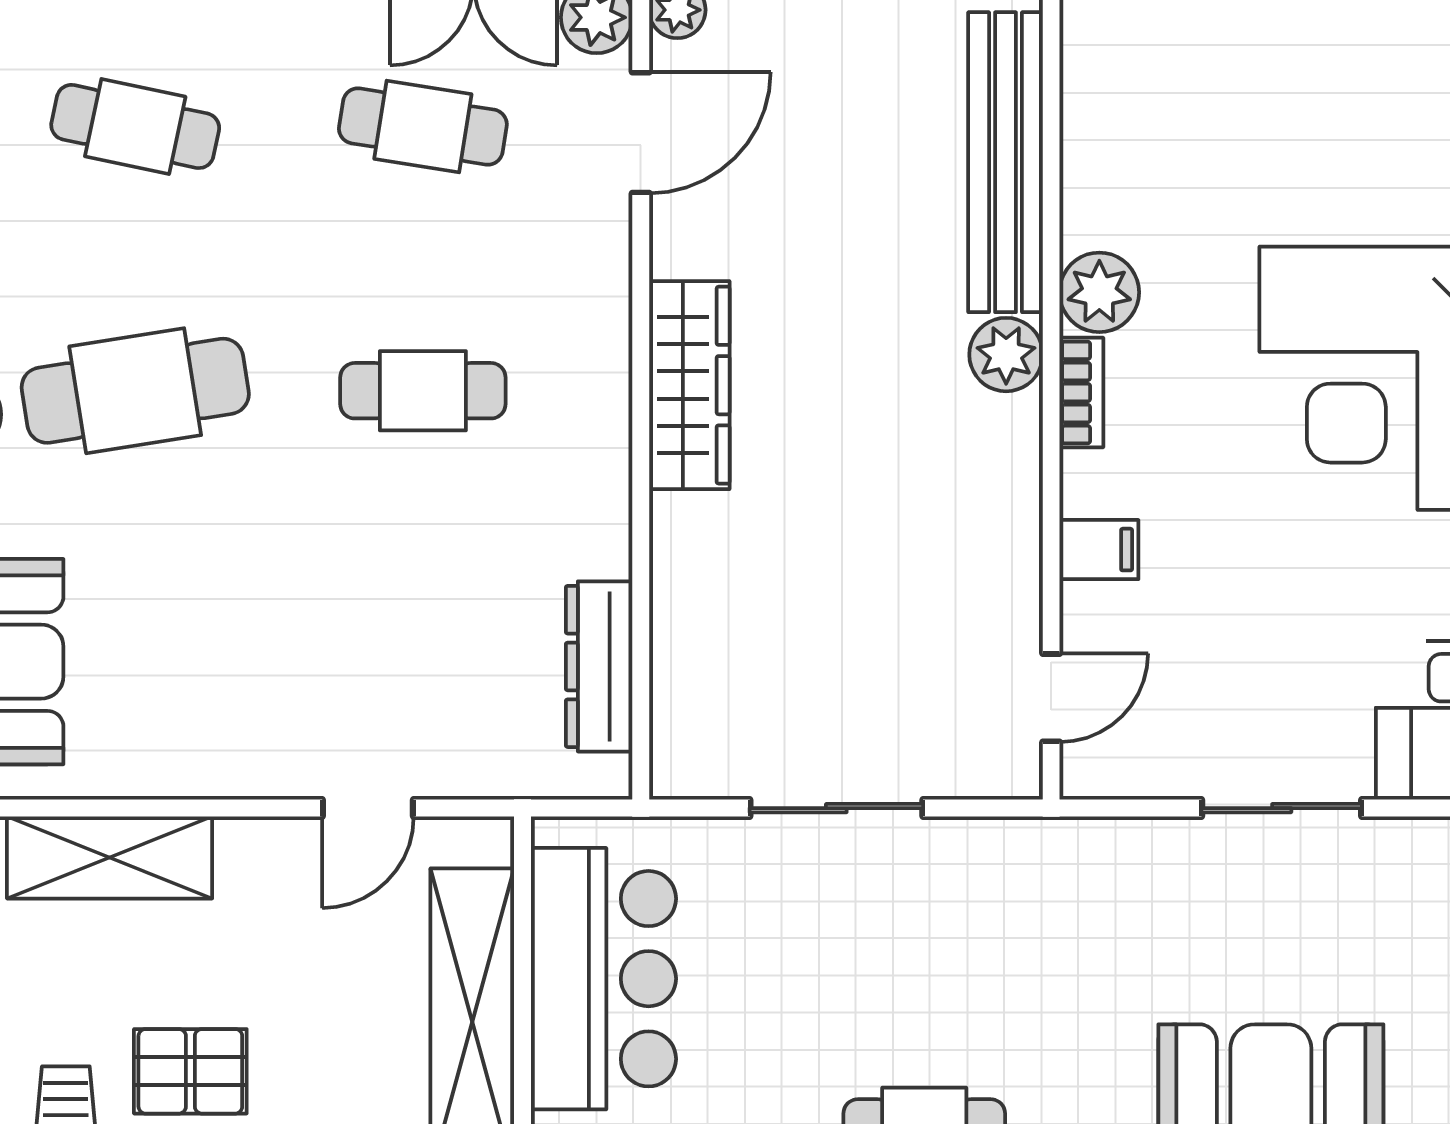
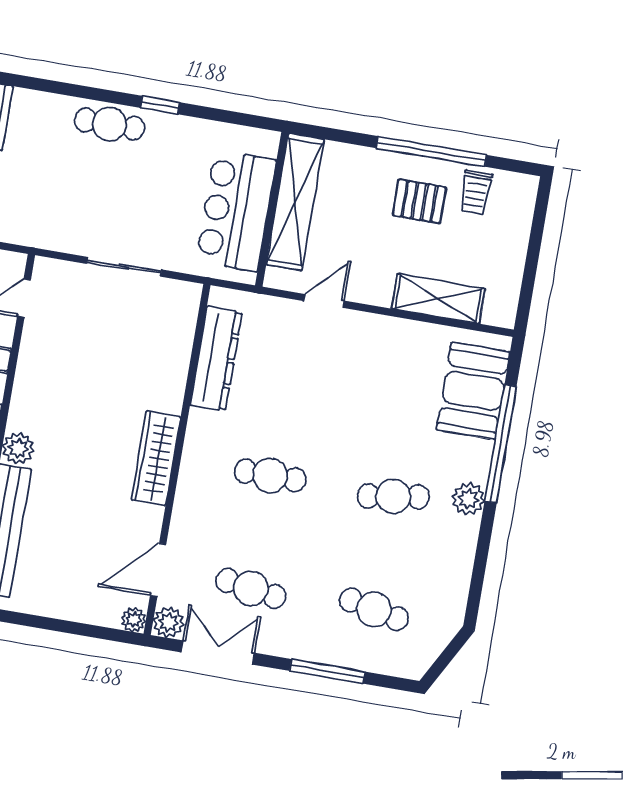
cafe table: (135, 391) -> (393, 496), width x0.73, depth x0.74
dresser: (599, 666) -> (216, 358), width x1.37, depth x1.24

